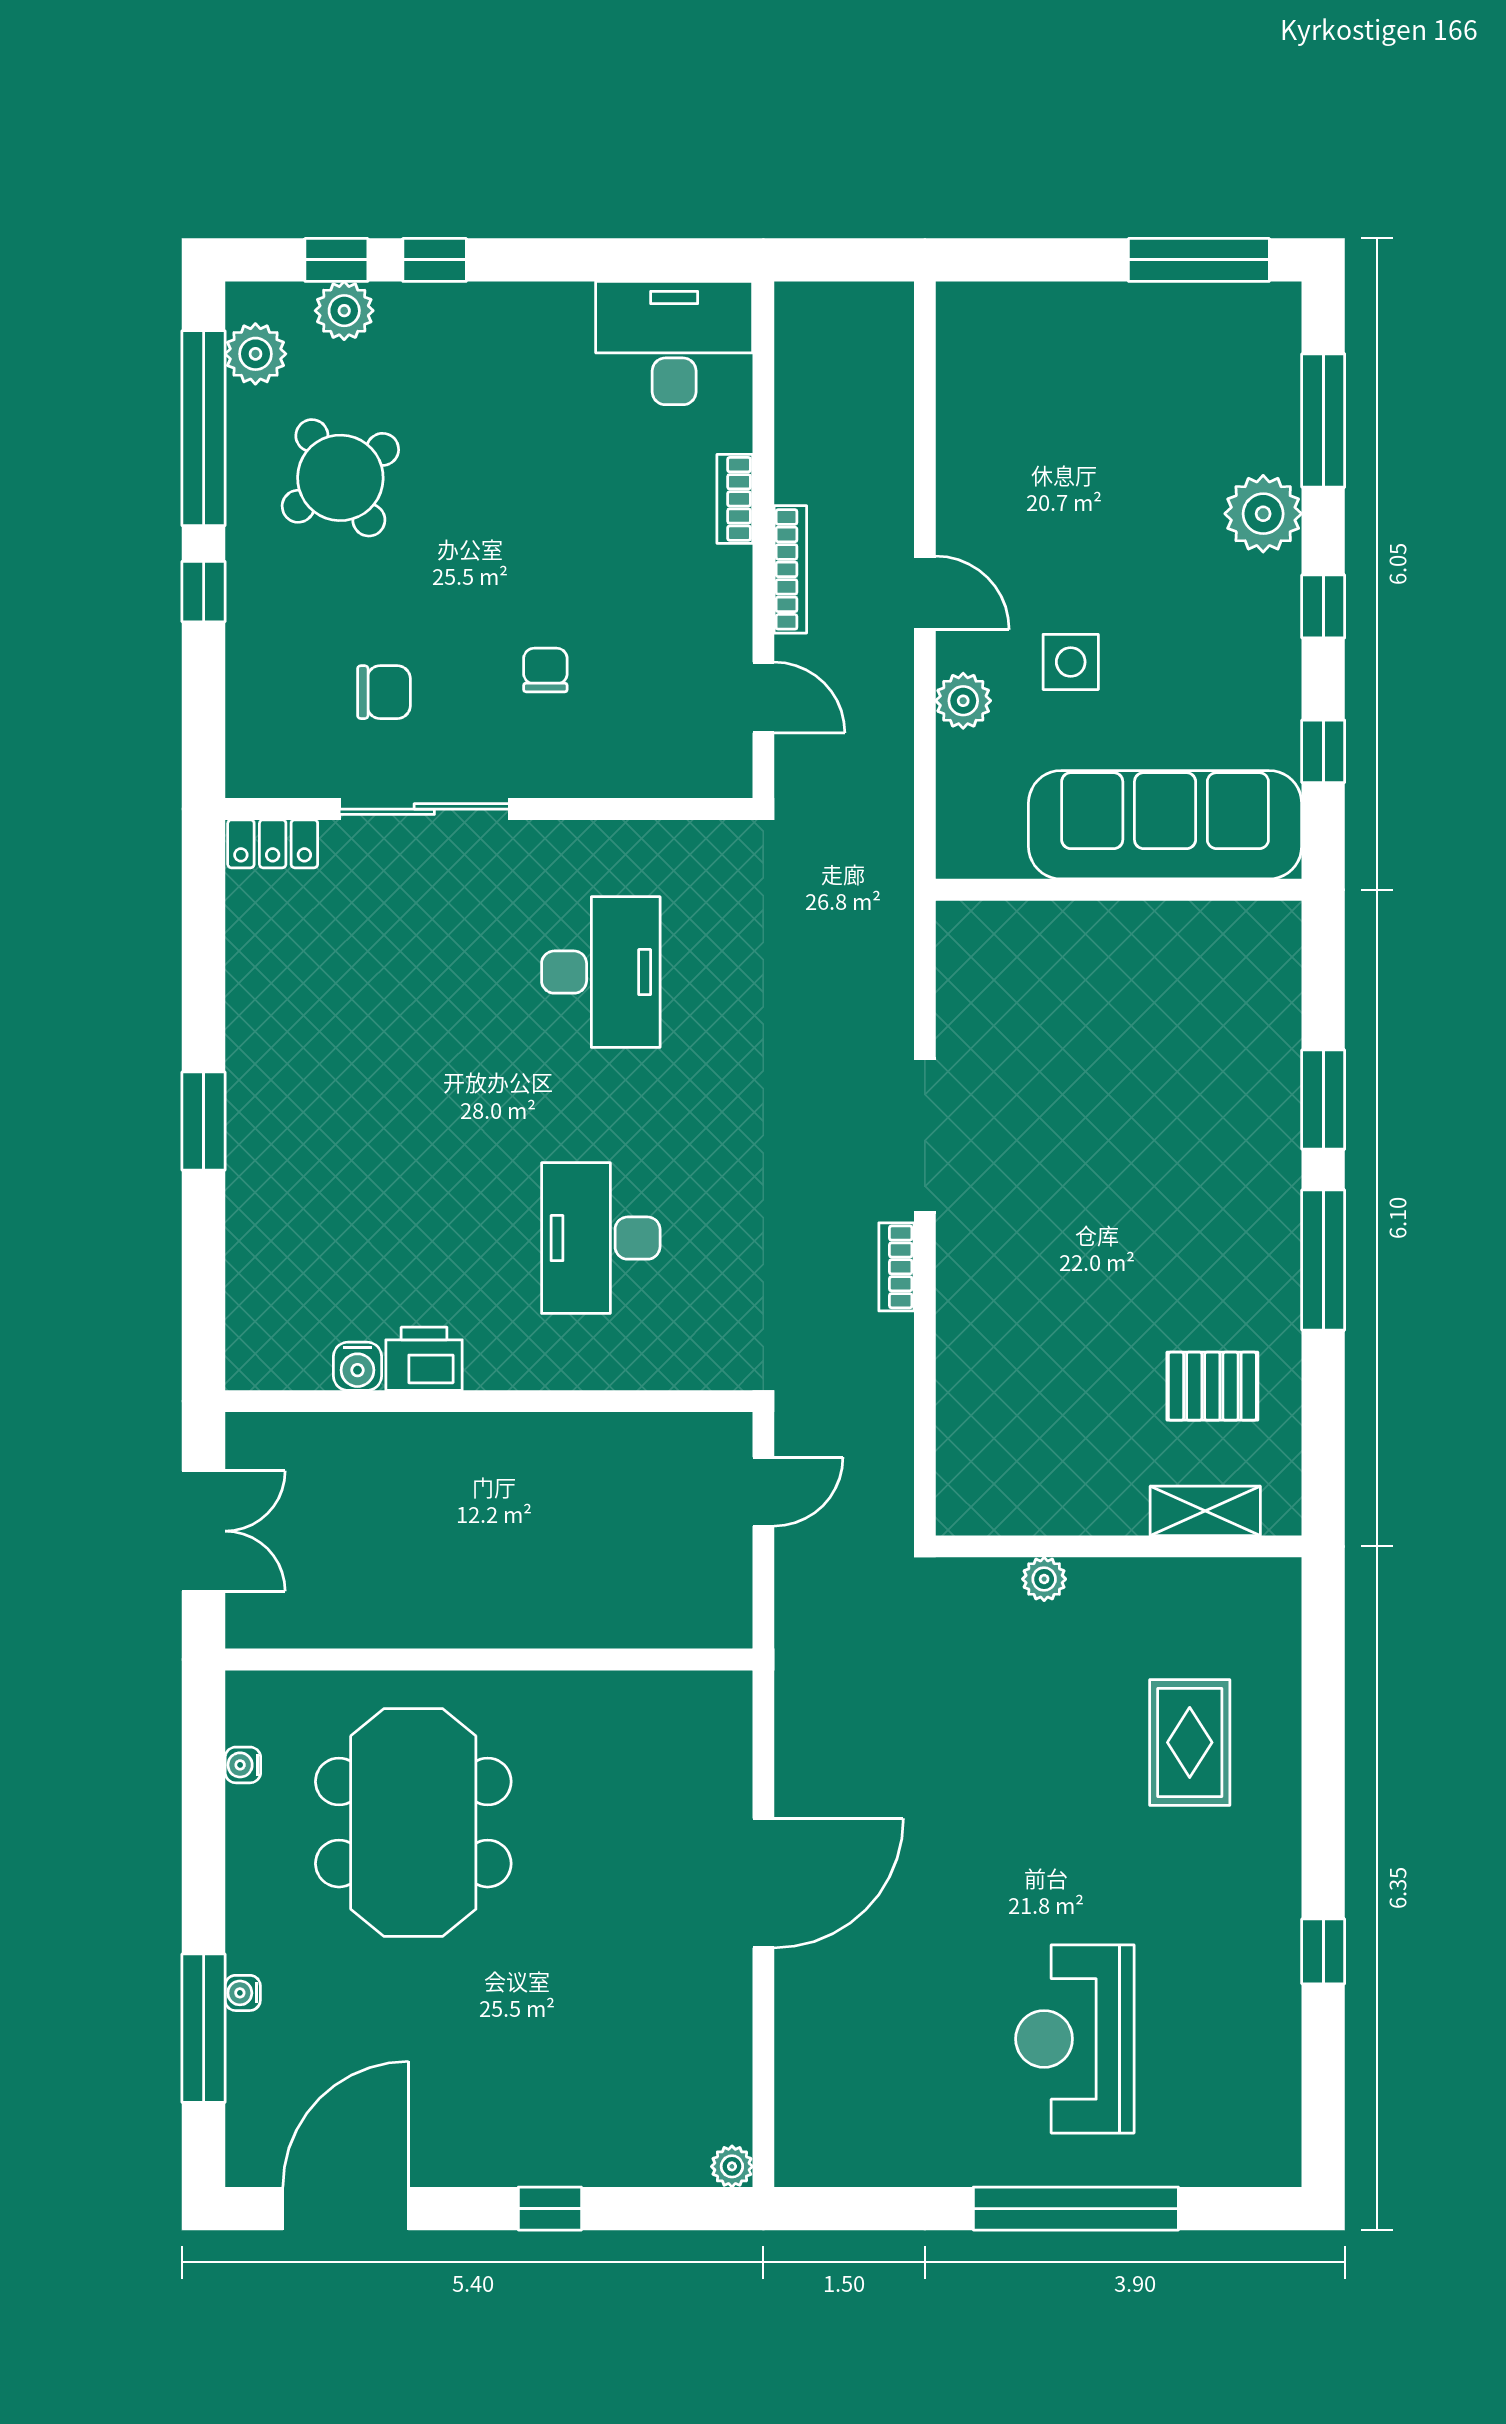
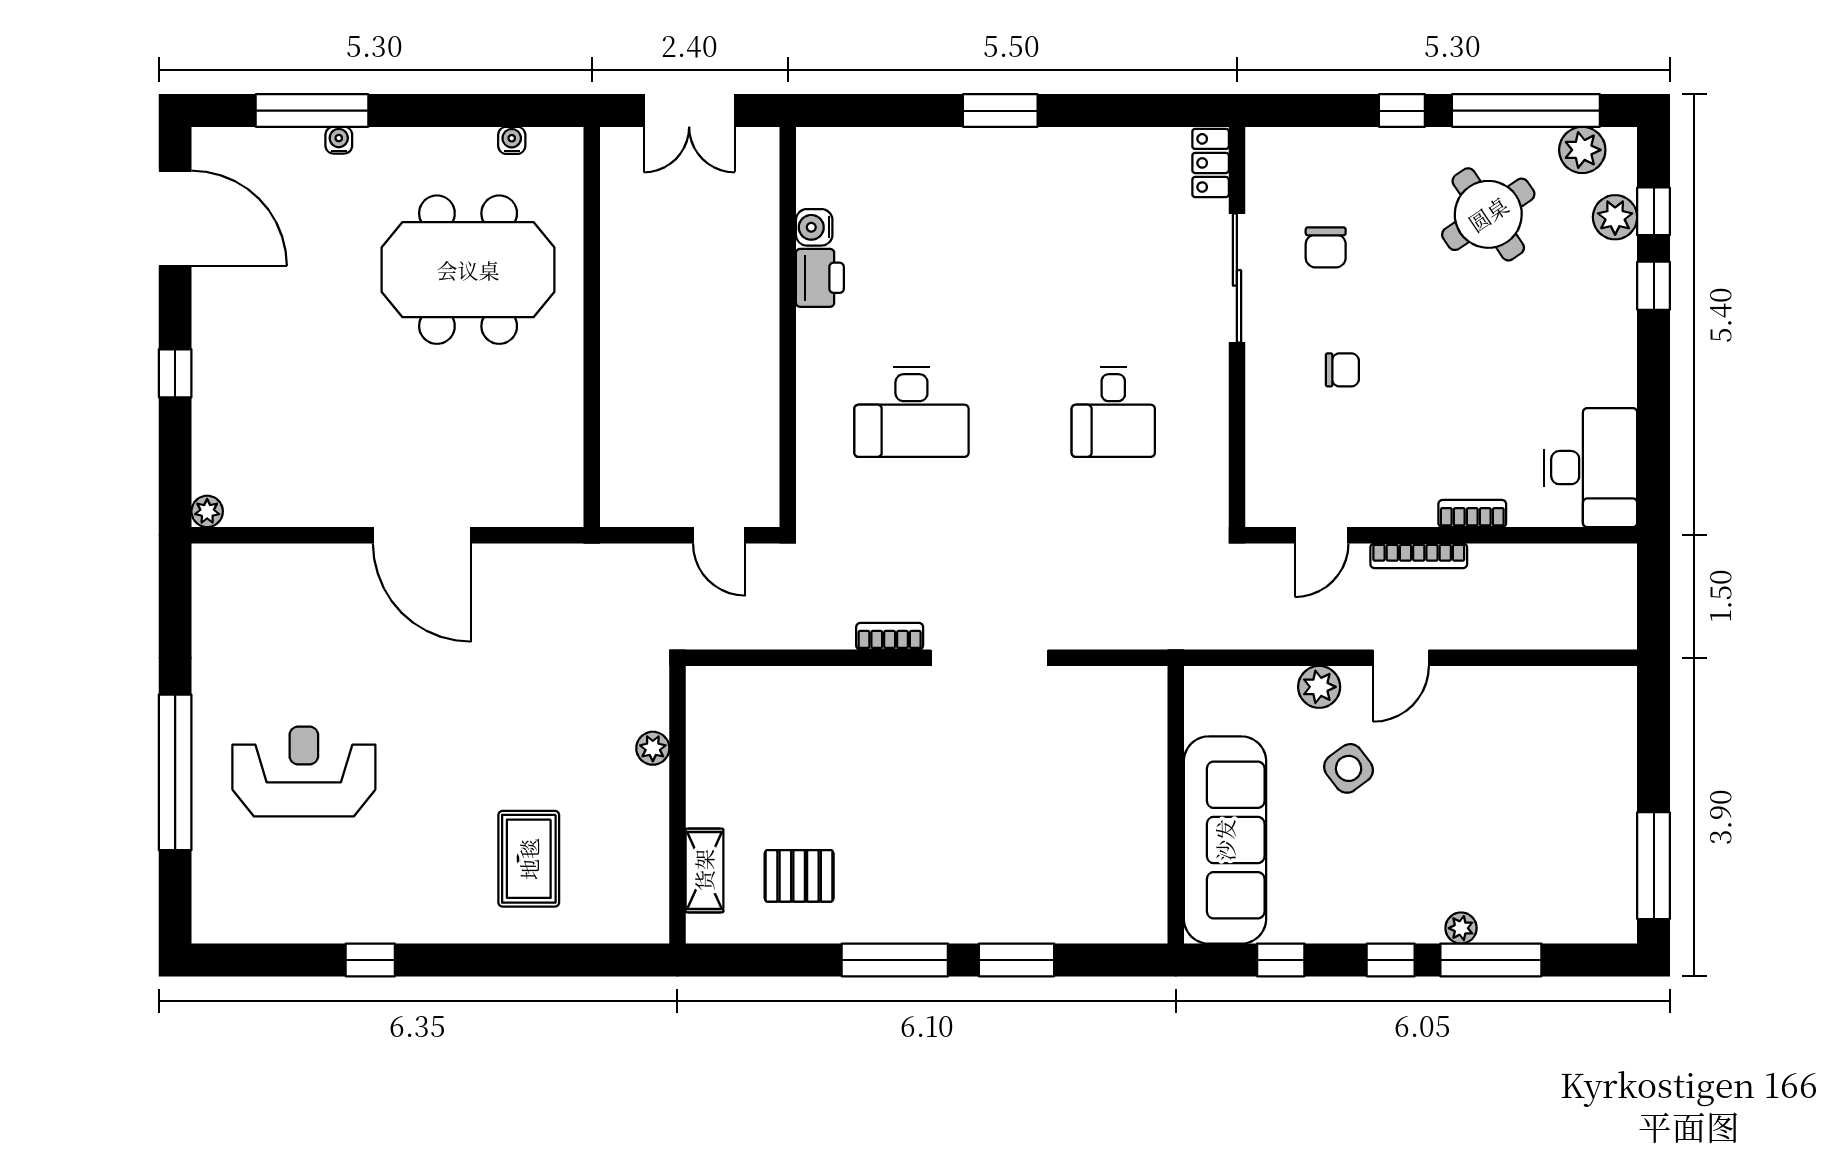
window: (1323, 421) -> (1491, 960), moved
plant: (1263, 514) -> (1461, 928), width x0.53, depth x0.53
side table: (1071, 662) -> (1349, 768), turned -37
desk: (601, 972) -> (1113, 412), width x0.73
desk: (601, 1238) -> (911, 412), turned 180
pallet: (1212, 1386) -> (799, 876), turned 90
rug: (1190, 1742) -> (529, 859), turned 90

